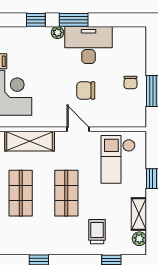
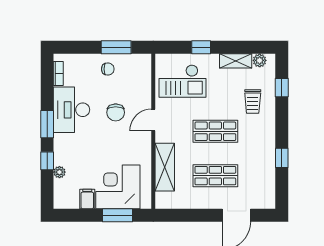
bookcase: (126, 31) -> (58, 73), added
plant: (57, 33) -> (59, 172), moved
trolley: (97, 232) -> (253, 102), turned -90

